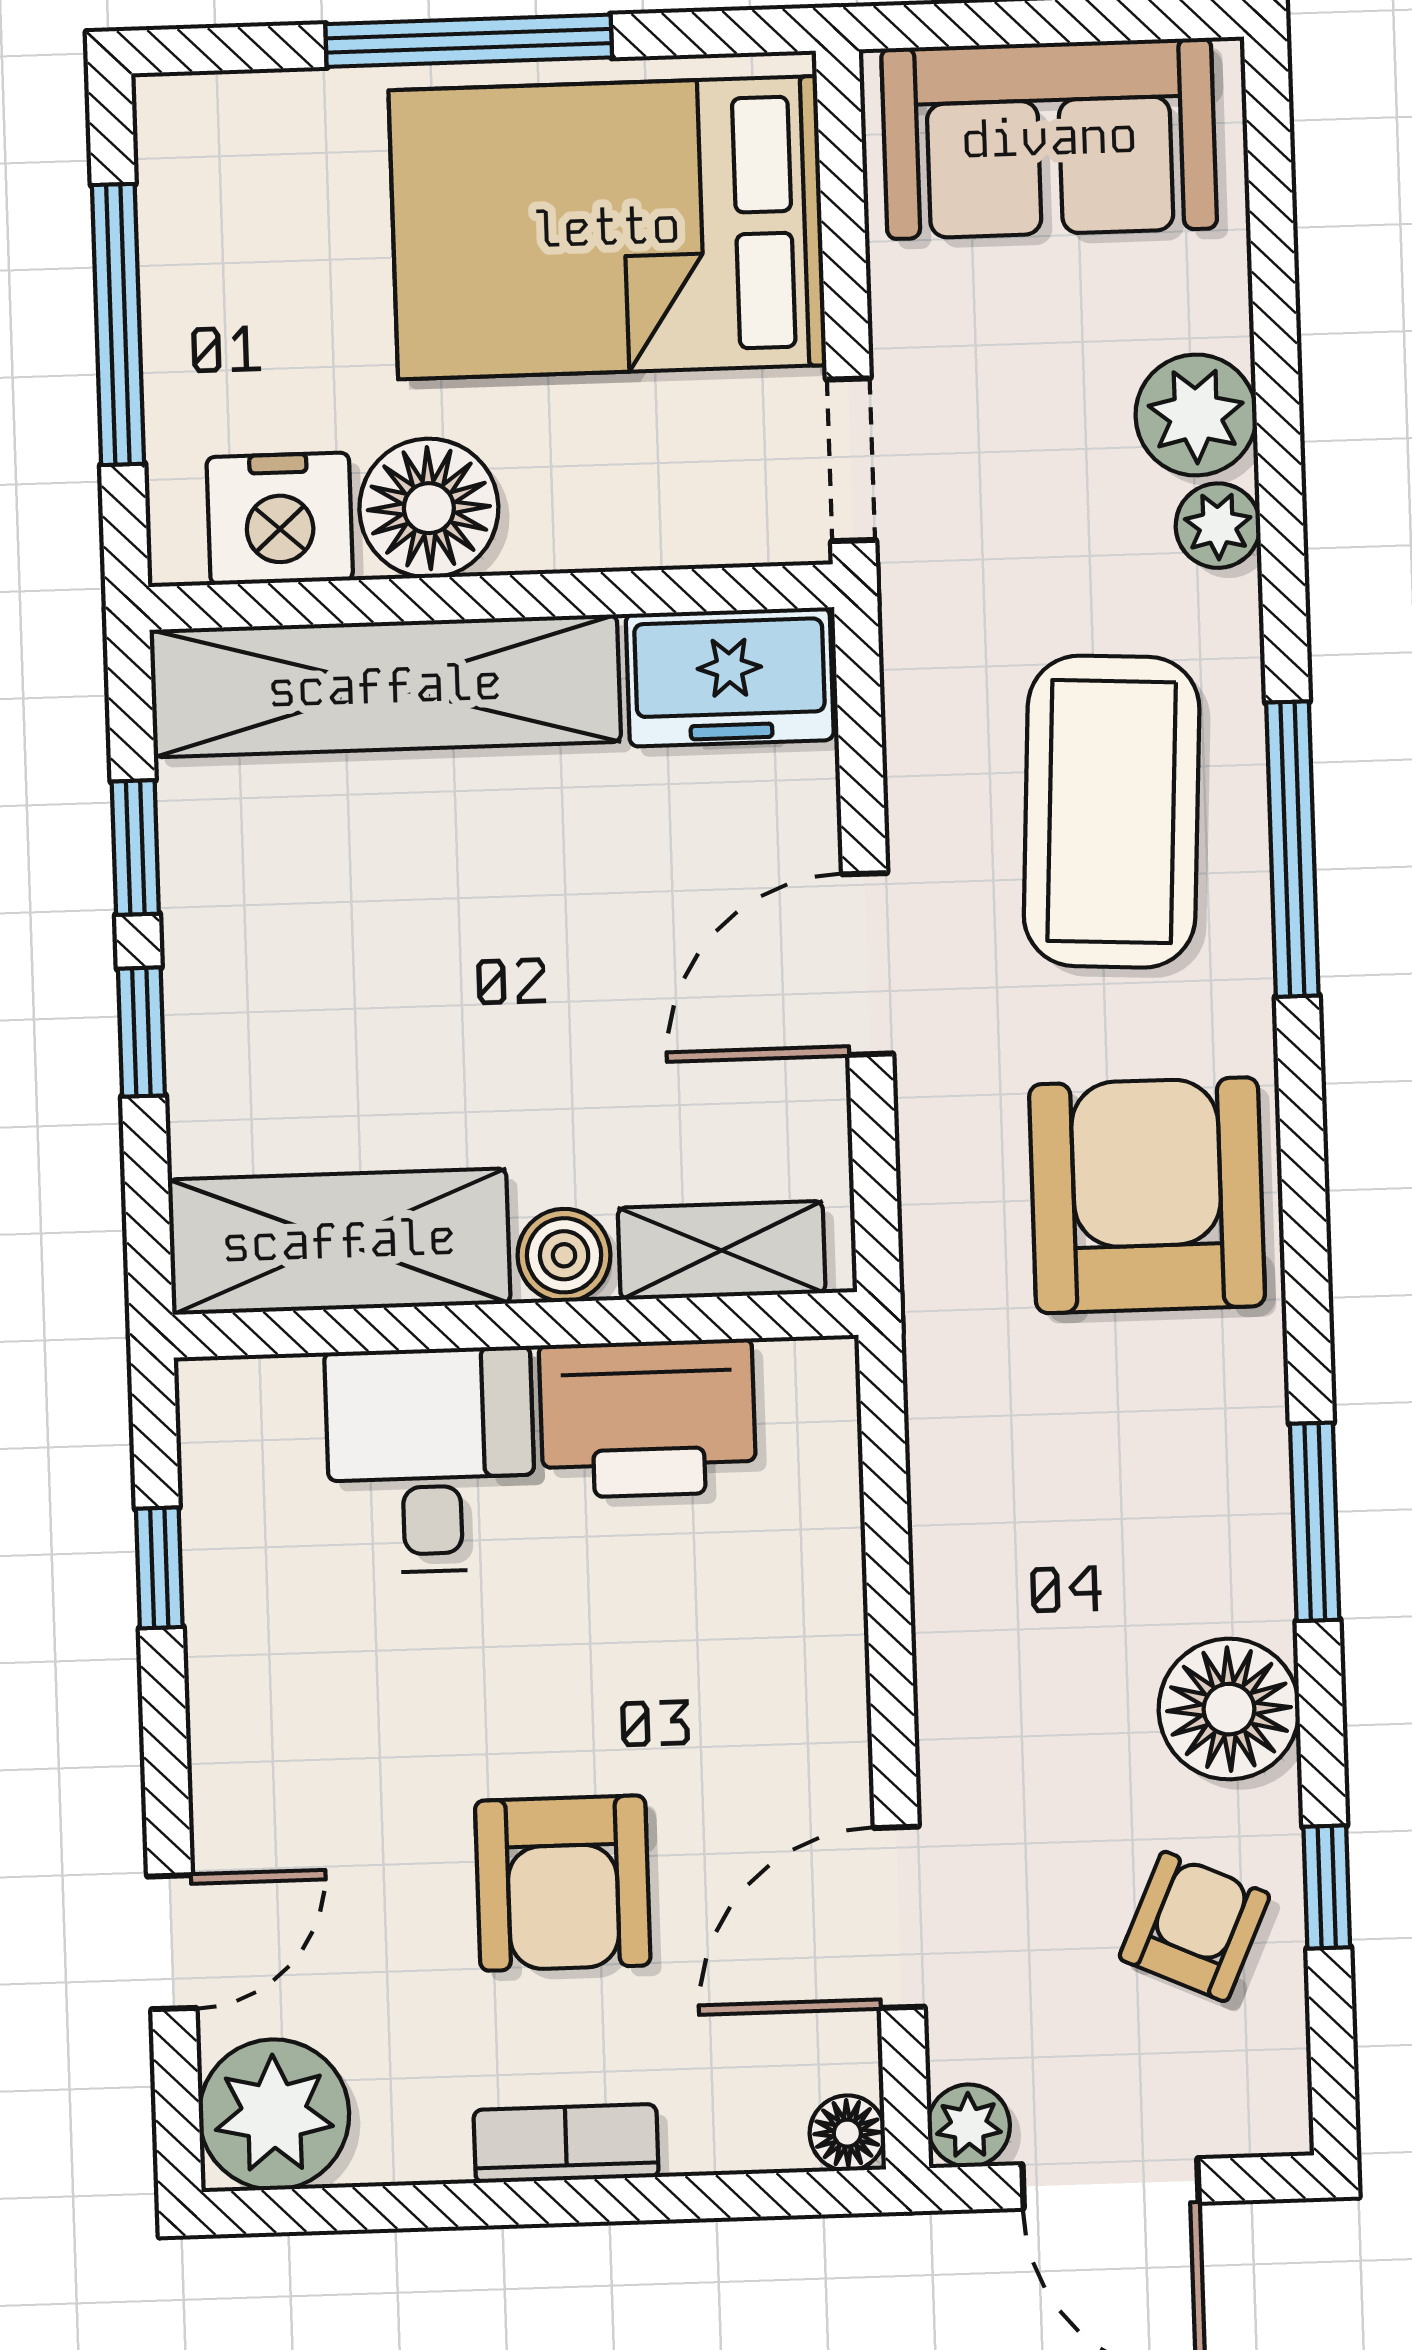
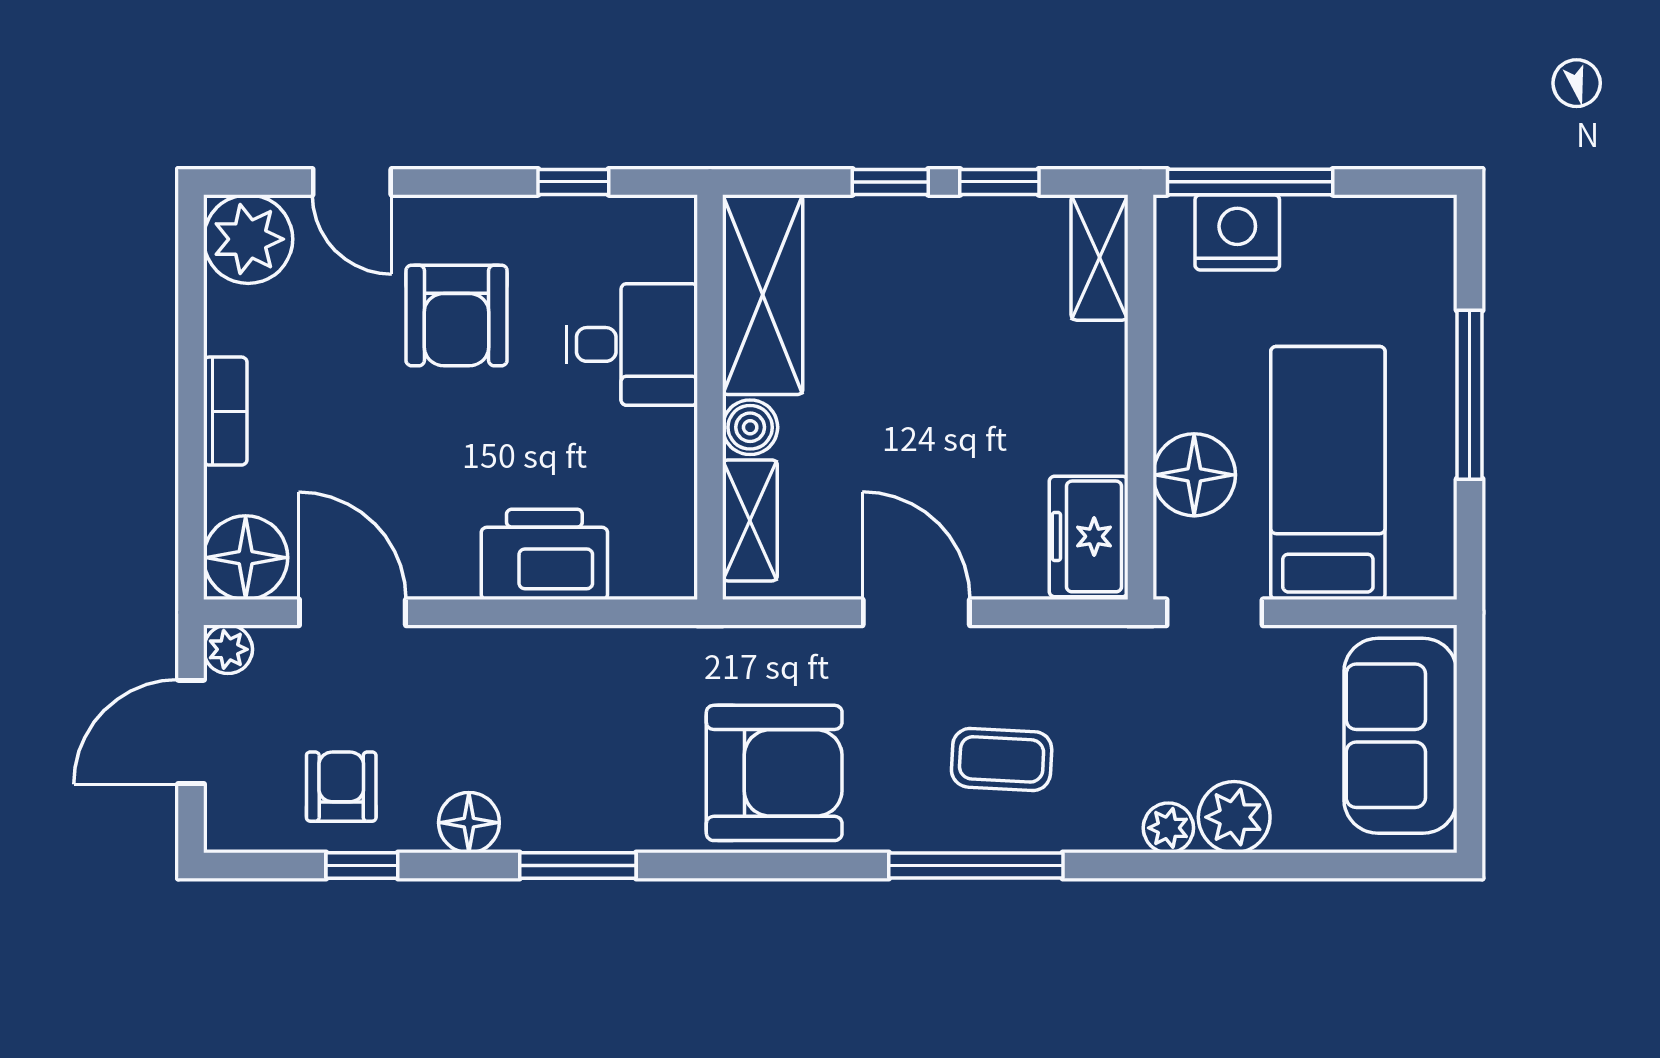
bed: (607, 228) -> (1328, 473), width x0.67
window: (118, 324) -> (1250, 182), moved
floor lamp: (429, 508) -> (1194, 475), moved
nightstand: (280, 519) -> (1237, 232), moved, turned 90
shelving: (385, 686) -> (1099, 257), width x0.45, depth x0.75
coffee table: (1112, 812) -> (1002, 759), width x0.54, depth x0.58
printer: (648, 1419) -> (544, 554), moved, turned 90
floor lamp: (1229, 1709) -> (469, 823), width x0.73, depth x0.73
armchair: (563, 1883) -> (457, 315), moved, turned -90
armchair: (1194, 1926) -> (341, 787), turned -114
floor lamp: (847, 2133) -> (246, 558), width x1.89, depth x1.89

